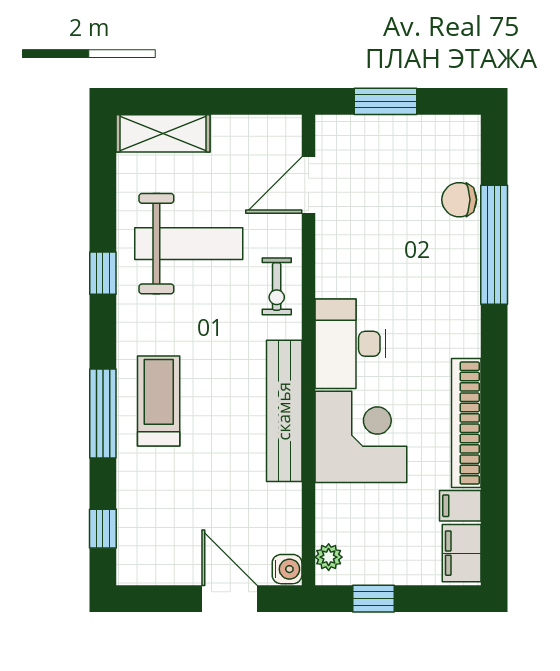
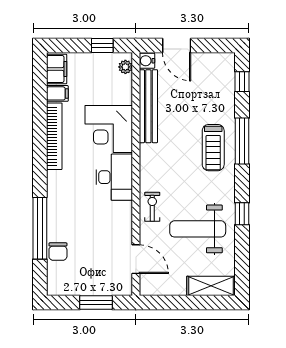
door: (308, 185) -> (136, 259), hinge flipped
chair: (459, 200) -> (58, 252), turned 90
bench: (284, 411) -> (148, 106), moved

